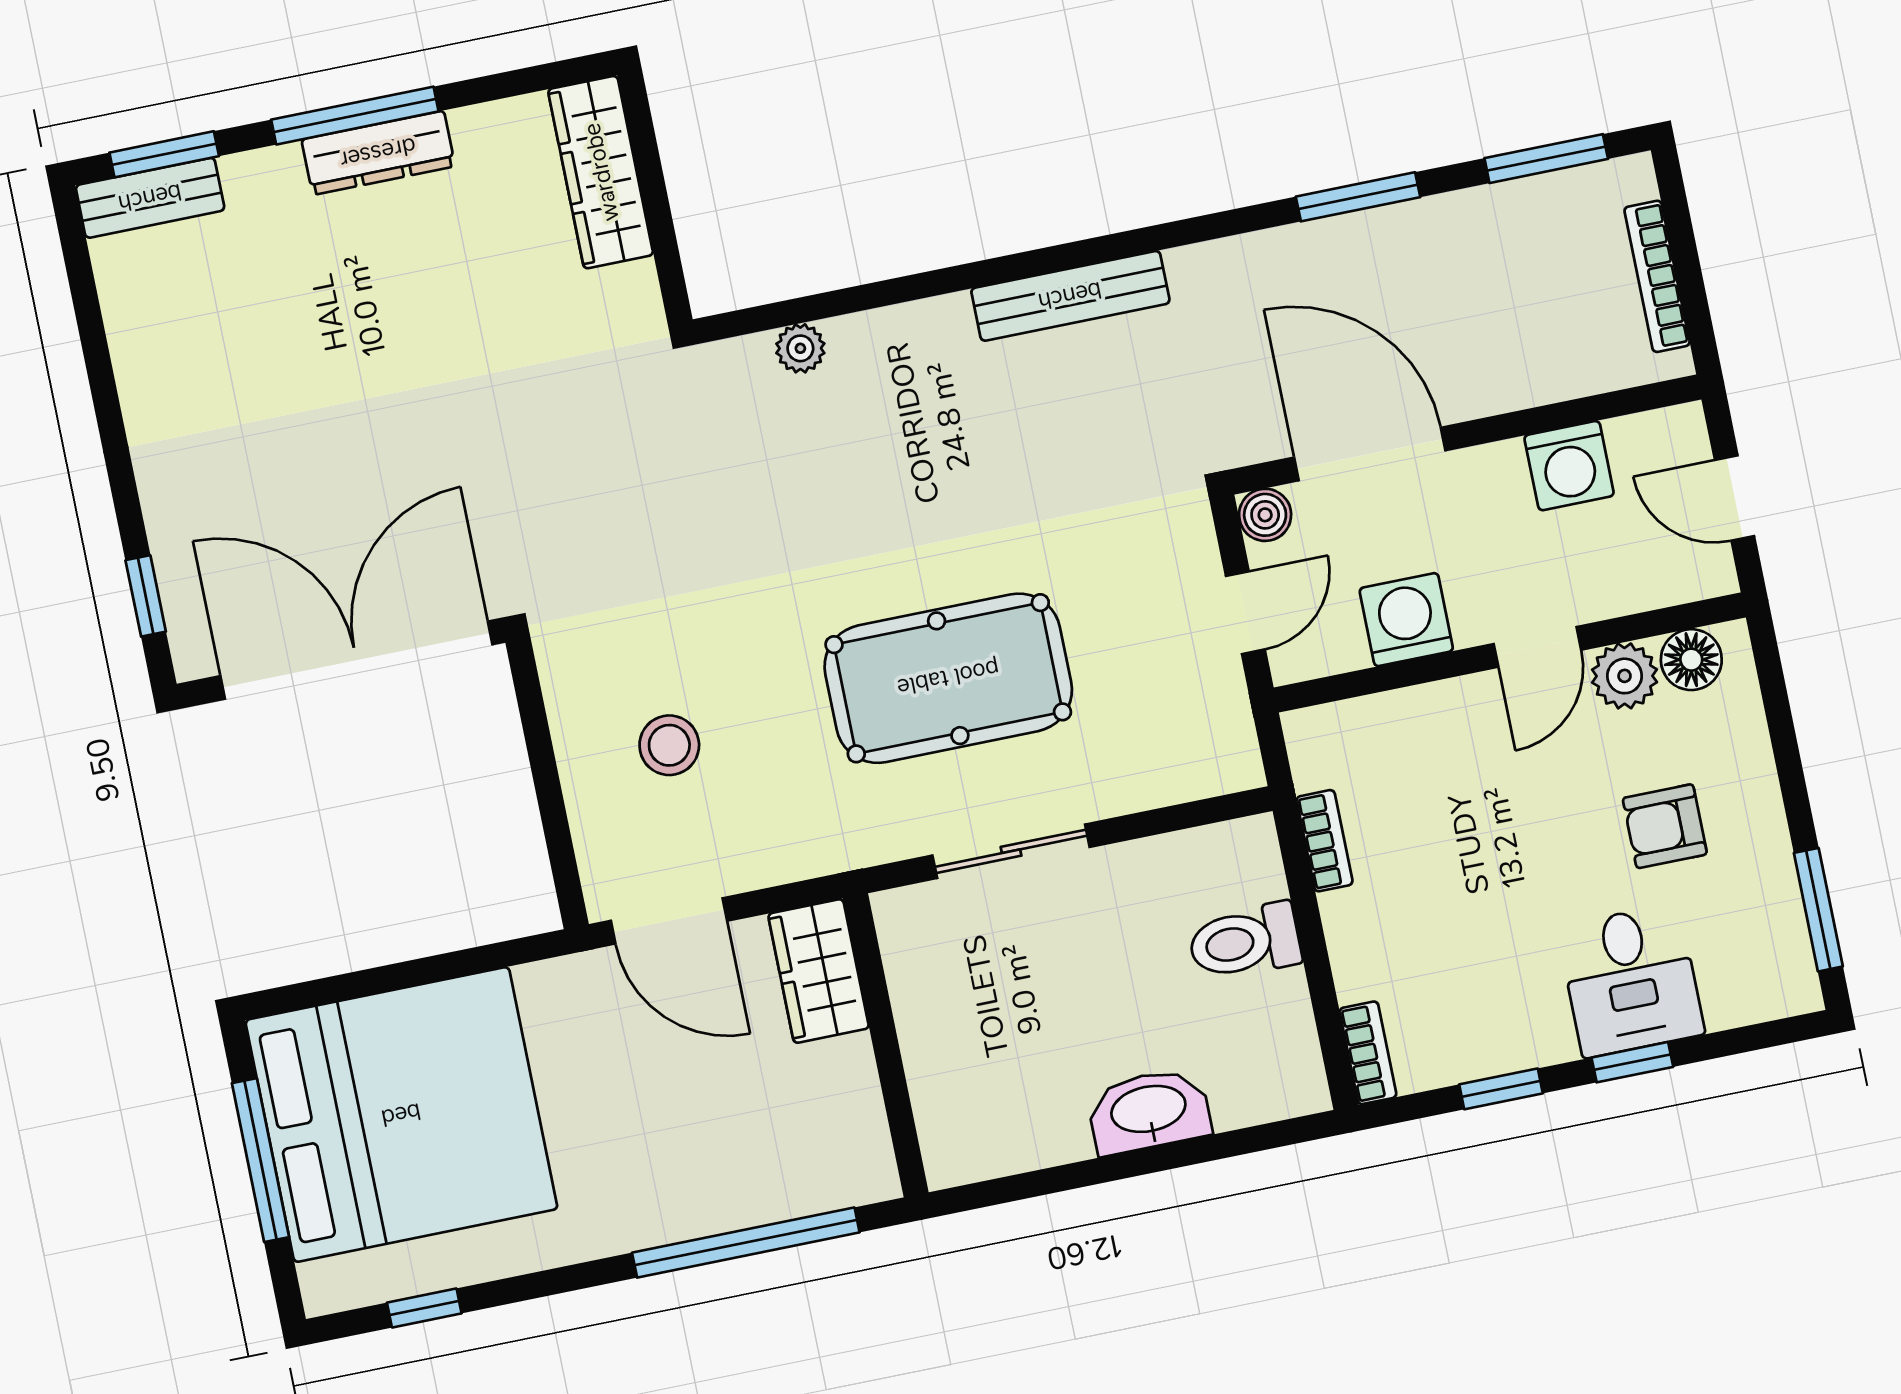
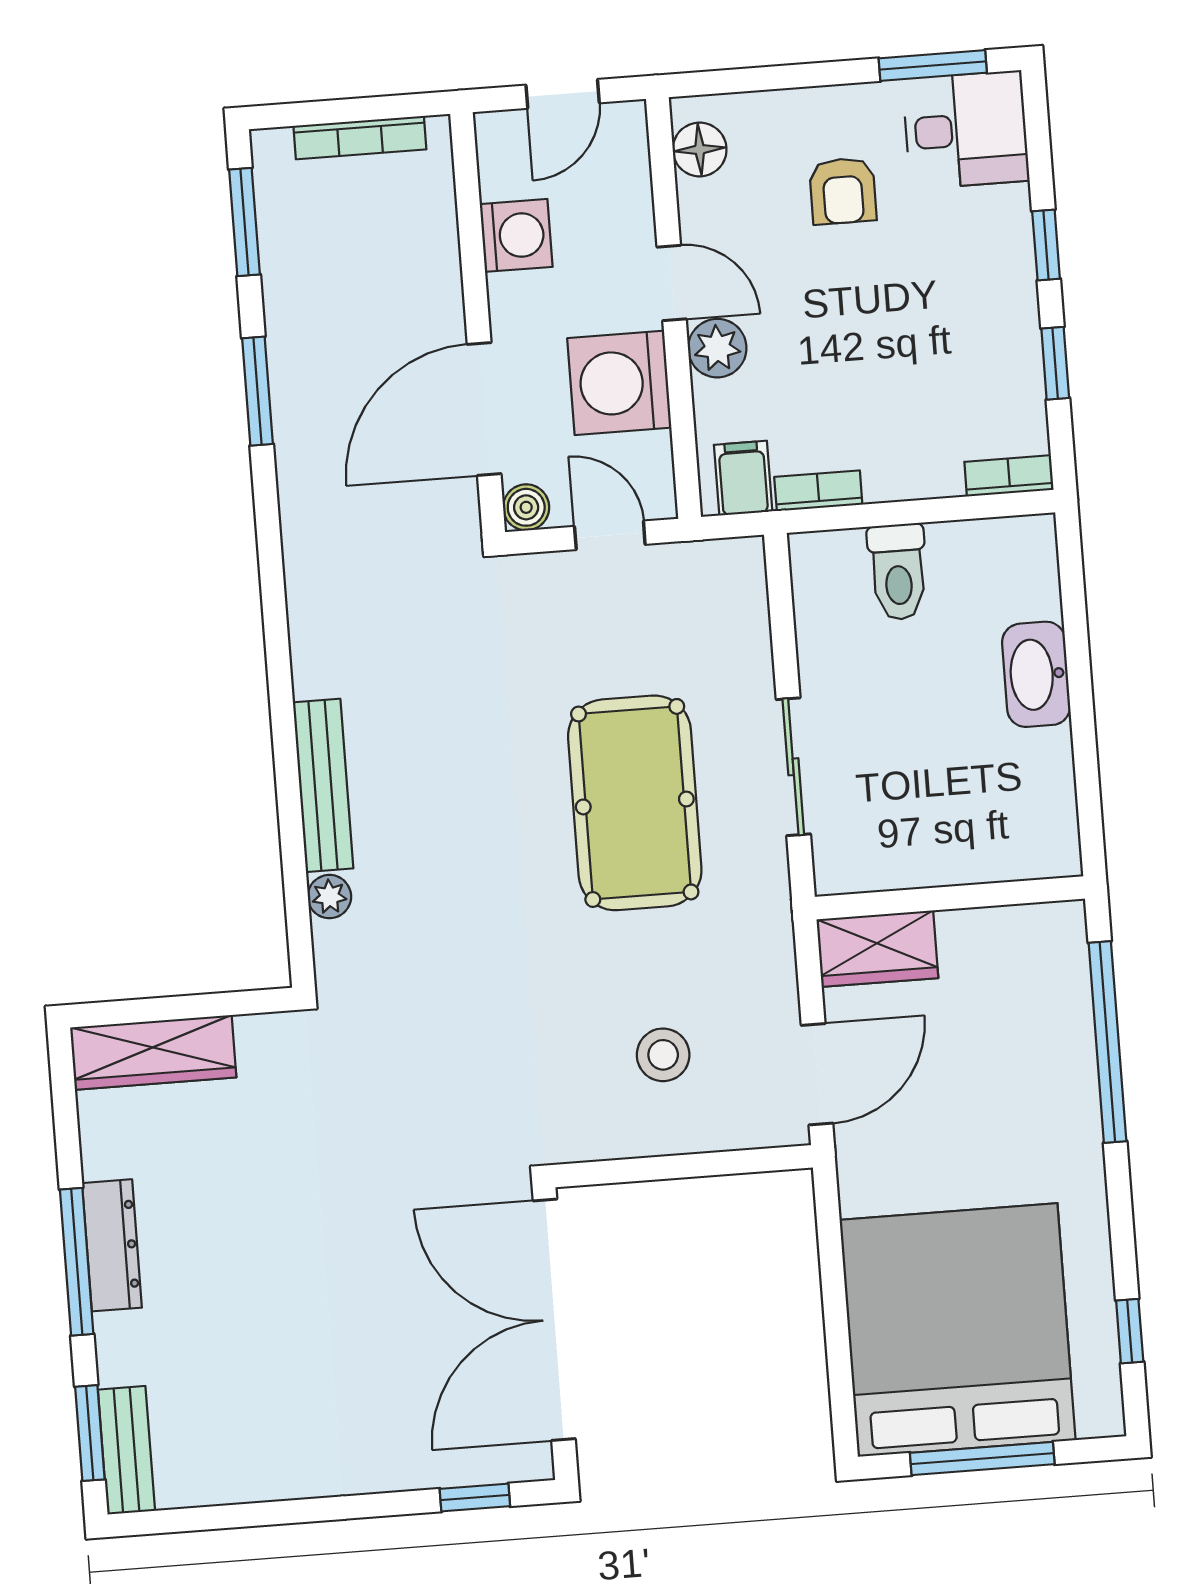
bench: (1070, 296) -> (323, 785), moved
washing machine: (1406, 620) -> (619, 383), width x1.37, depth x1.37
plant: (1625, 676) -> (717, 348), moved
filing cabinet: (1328, 754) -> (743, 478), added
desk: (1631, 980) -> (966, 130), moved

